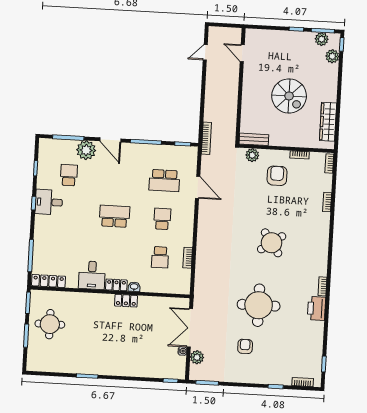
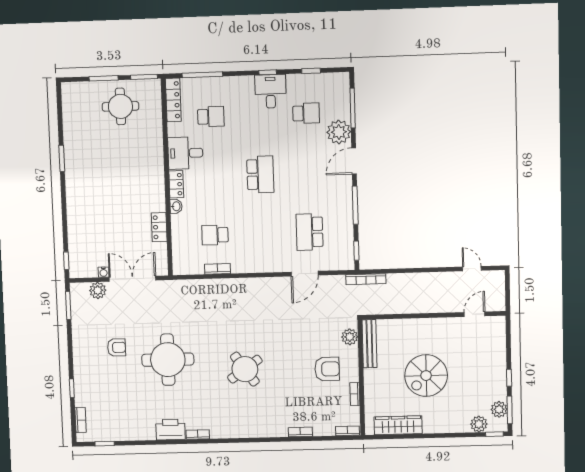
bench: (254, 139) -> (370, 344), width x1.36
school desk: (162, 219) -> (211, 117), moved
locker: (126, 301) -> (159, 227), moved

